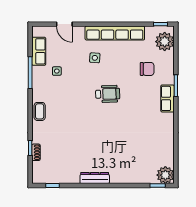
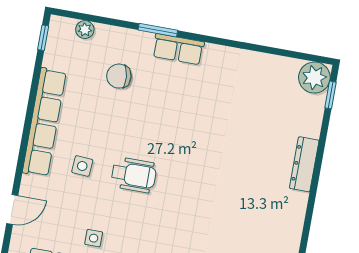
plant: (165, 42) -> (85, 30), width x0.53, depth x0.53
chair: (147, 69) -> (119, 76), turned -96
wheelchair: (108, 94) -> (134, 175), moved, turned 92
dresser: (95, 178) -> (304, 164), moved

